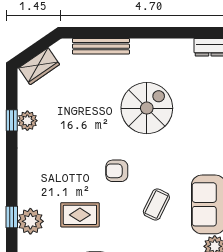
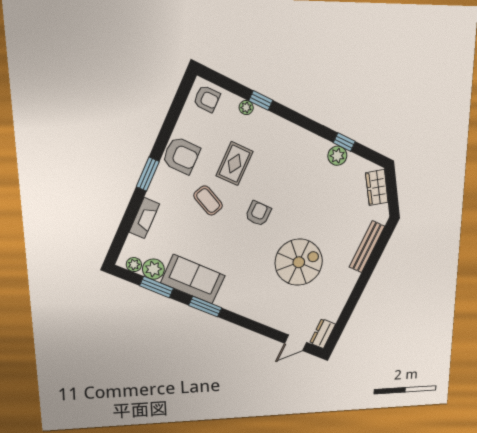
spiral stairs: (147, 108) -> (299, 262), turned -90
coffee table: (156, 204) -> (208, 201), moved
plant: (30, 221) -> (246, 108), width x0.53, depth x0.53

